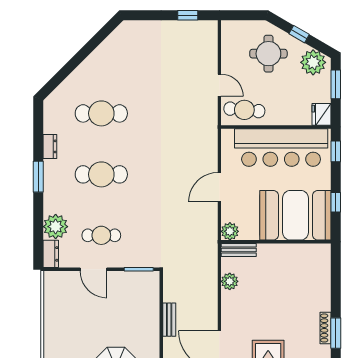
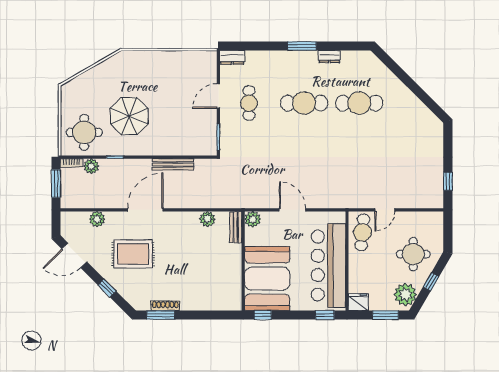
cafe table: (101, 113) -> (359, 103), turned 90
cafe table: (101, 174) -> (304, 103), turned 90
window: (336, 202) -> (263, 315), moved
plant: (56, 227) -> (257, 62), removed
bench: (169, 320) -> (173, 164), width x1.36

